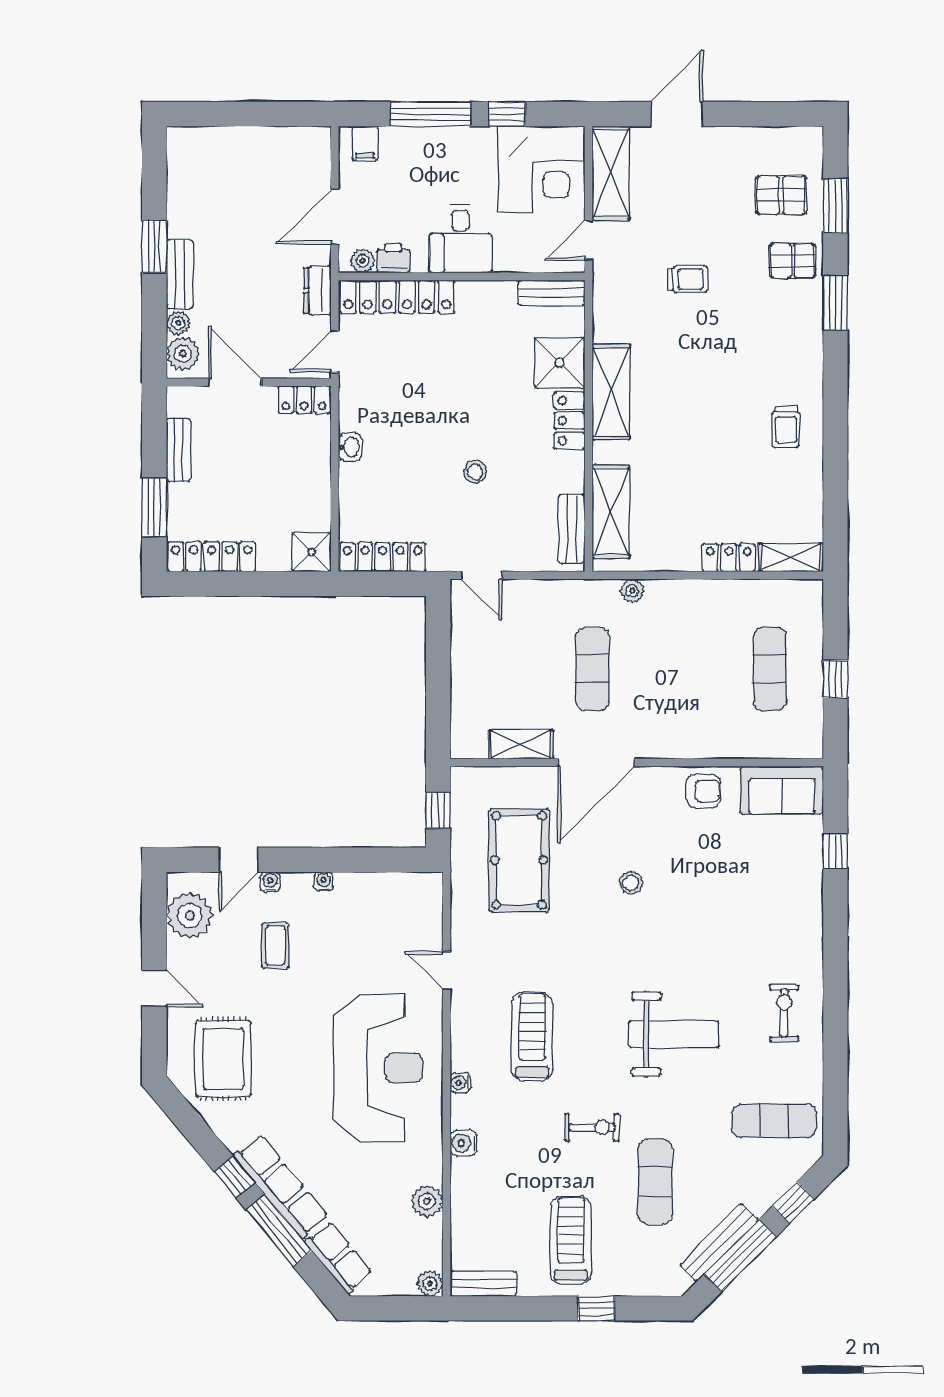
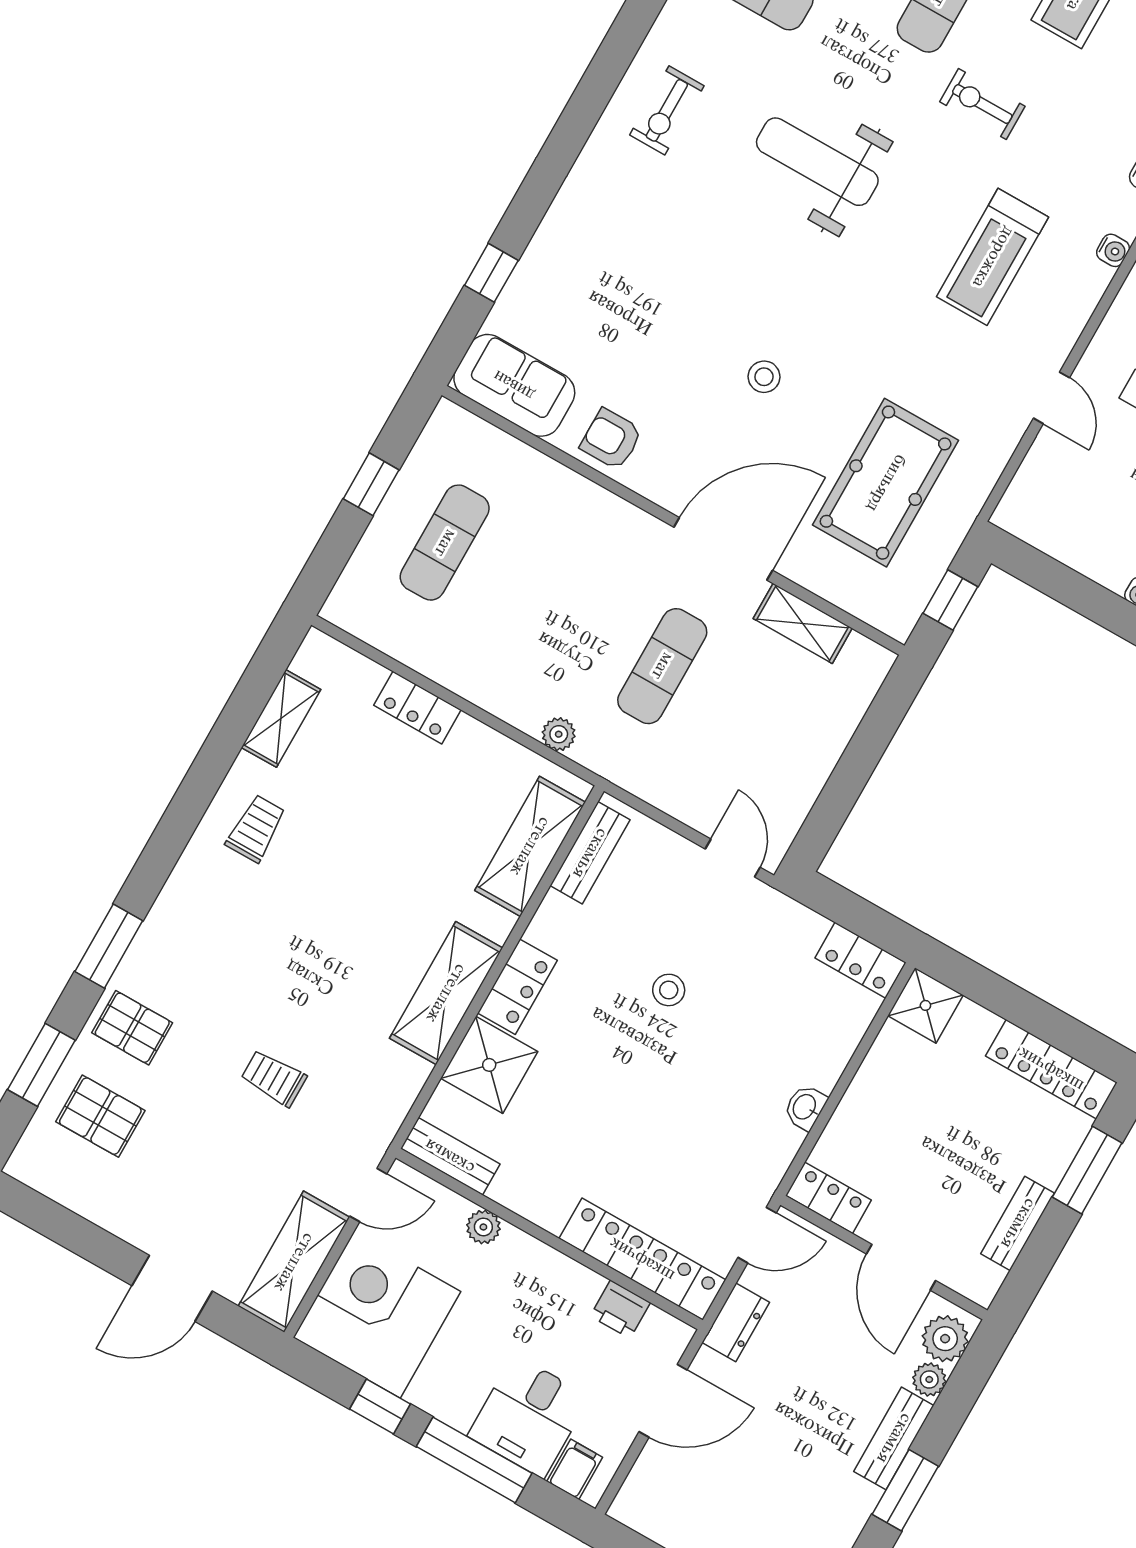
desk: (460, 239) -> (529, 1416), moved, turned 180
plant: (363, 261) -> (483, 1227), moved
locker: (383, 557) -> (860, 960), width x0.66
shelving: (791, 557) -> (281, 718), moved, turned 90

